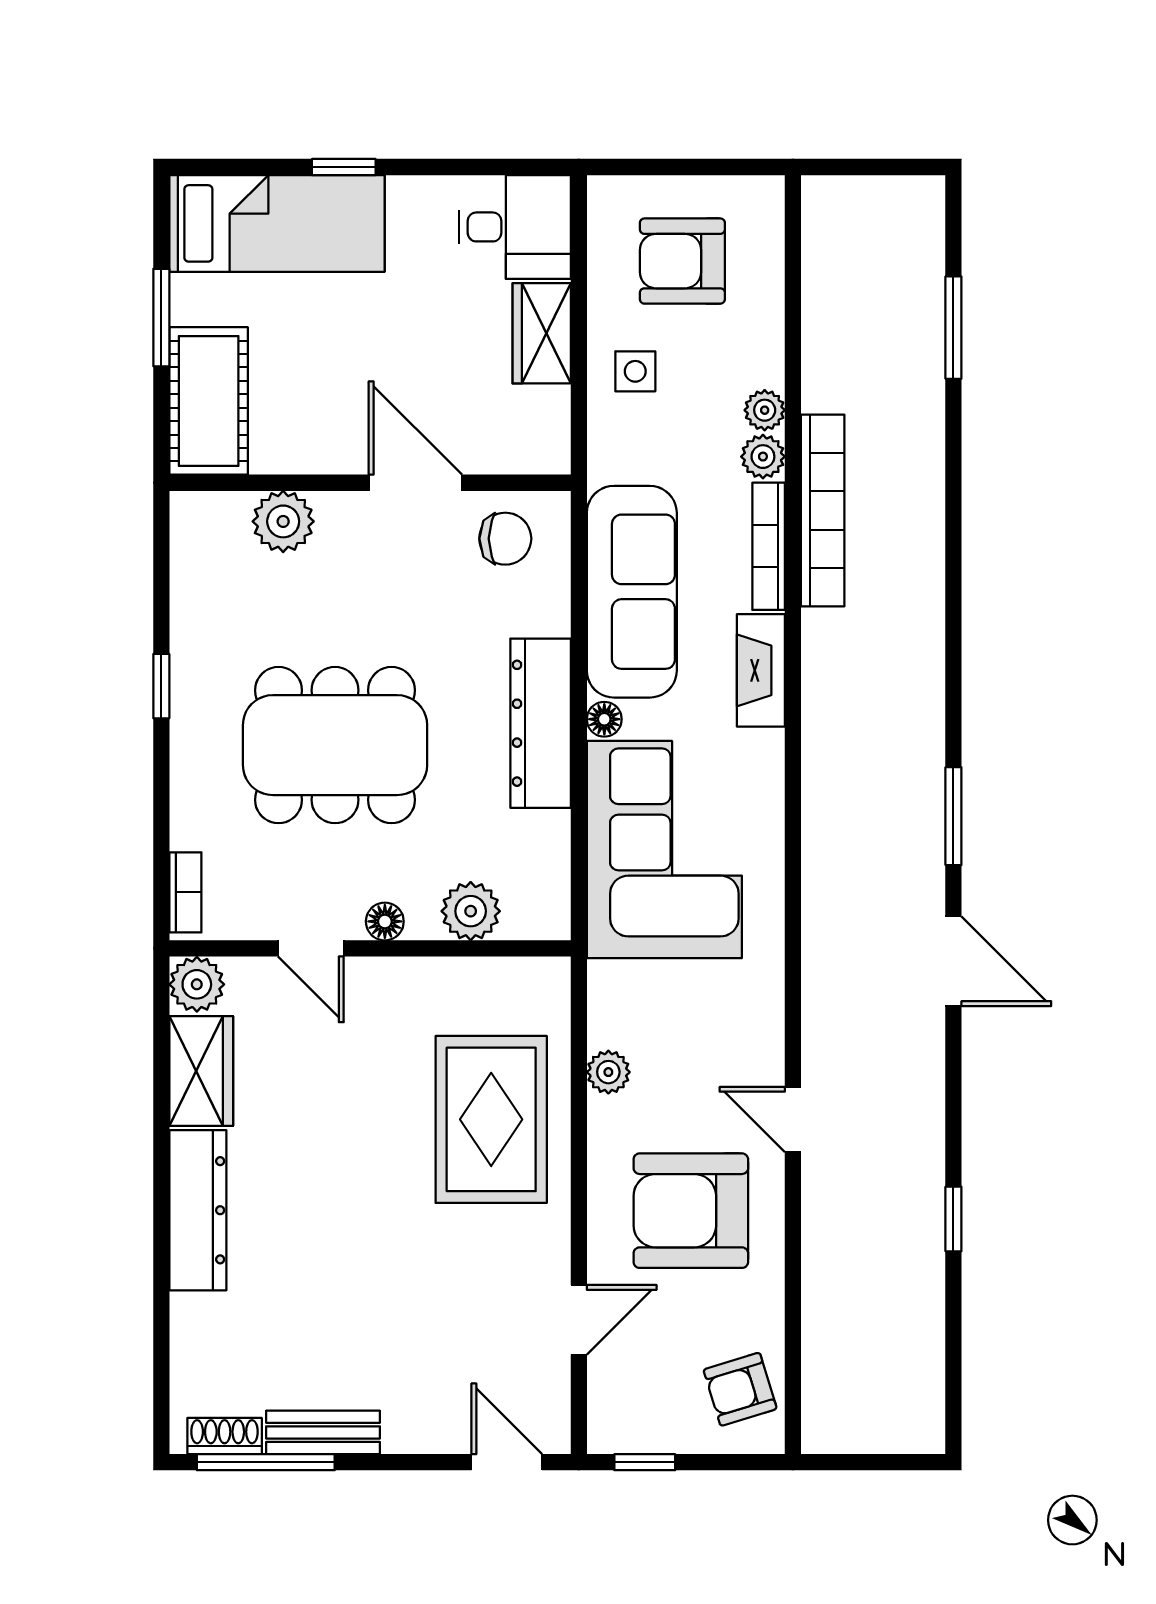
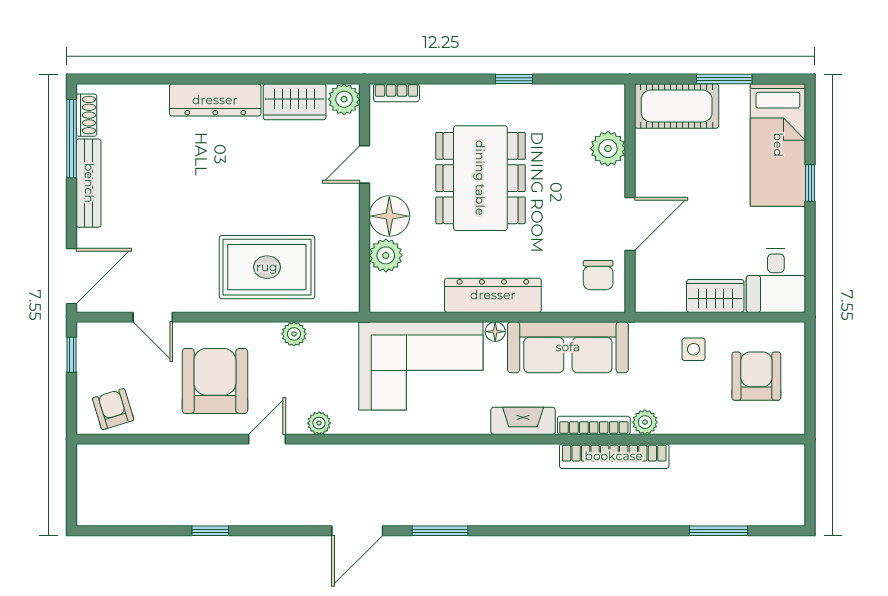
plant: (765, 410) -> (319, 423), moved
floor lamp: (385, 921) -> (389, 216), width x1.89, depth x1.89
bench: (323, 1432) -> (89, 183), width x1.36
door: (507, 1462) -> (72, 276), width x1.38

